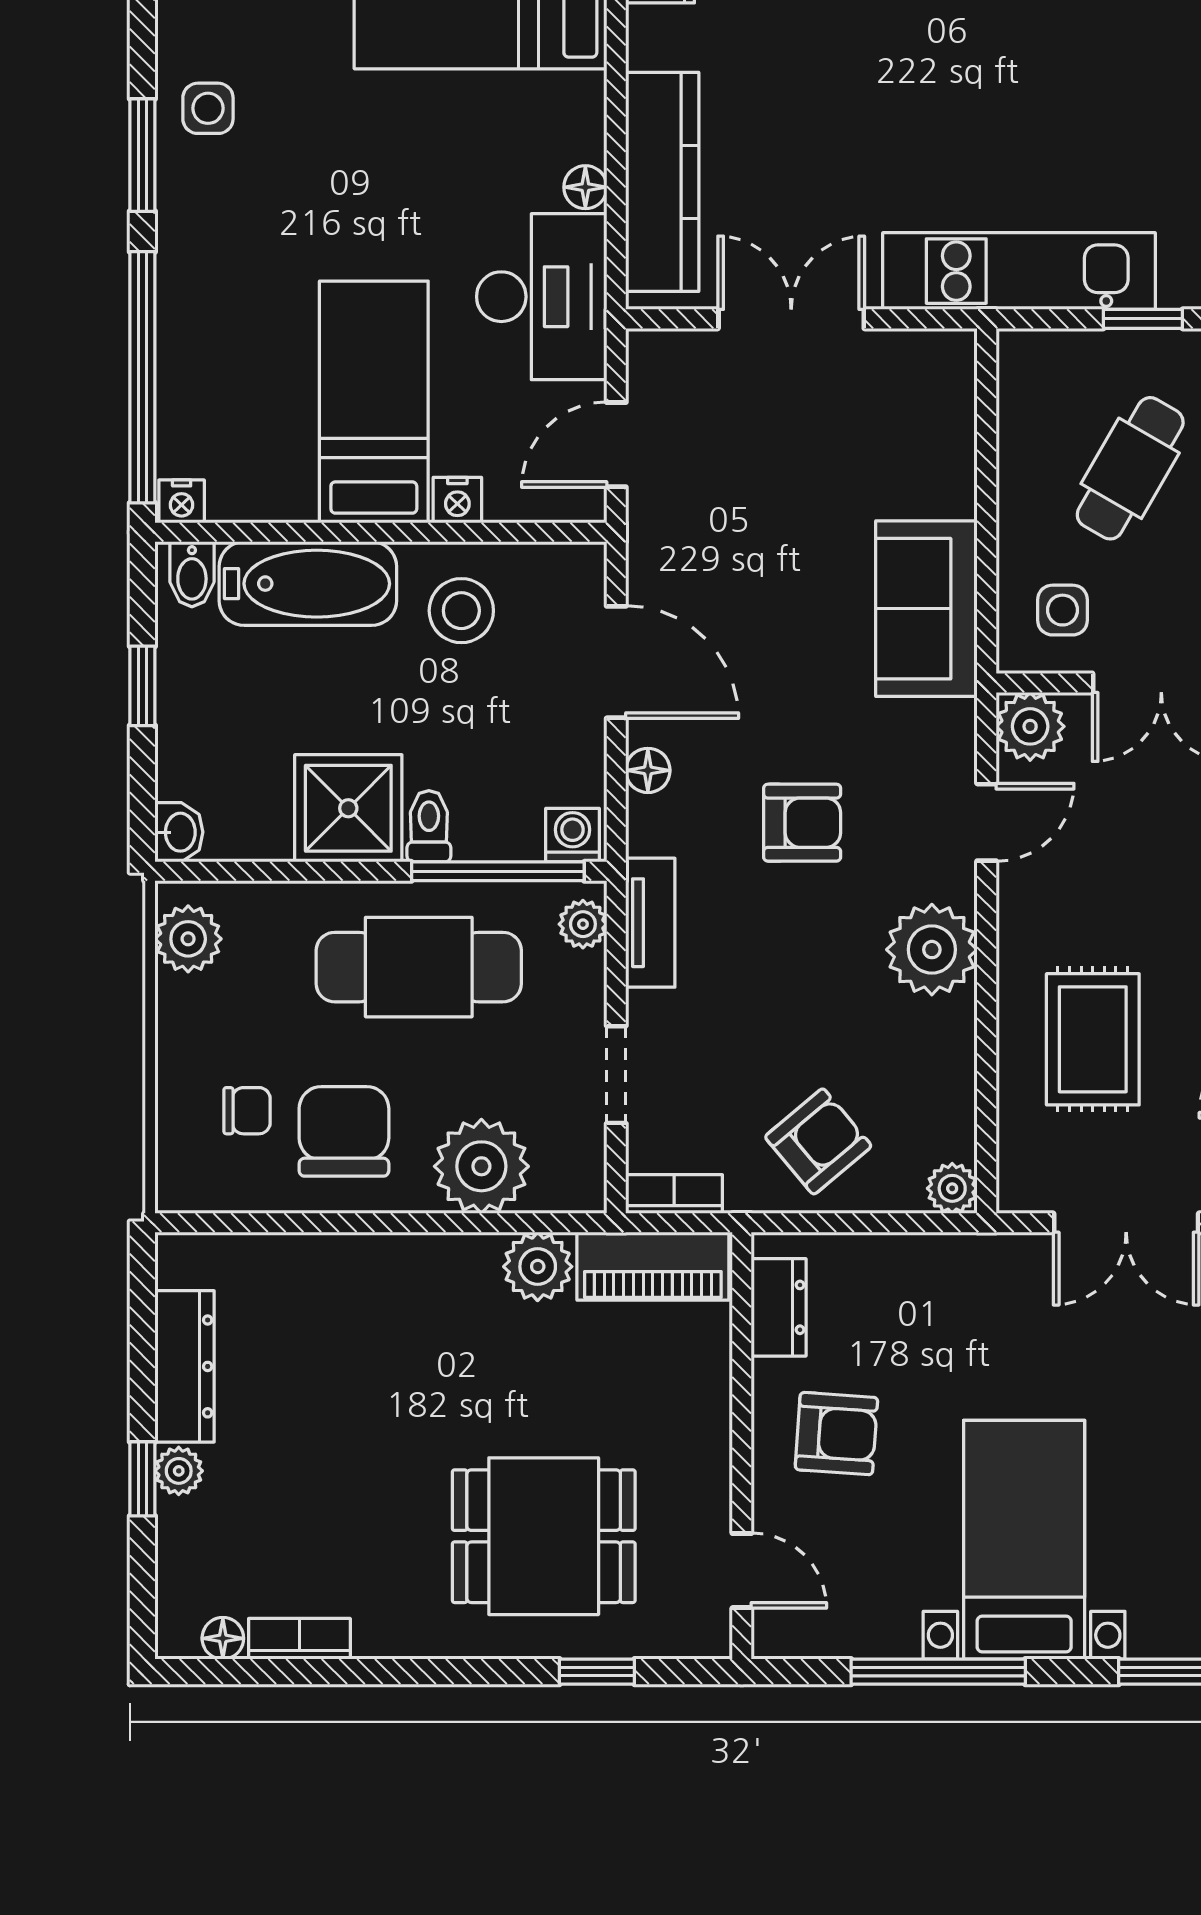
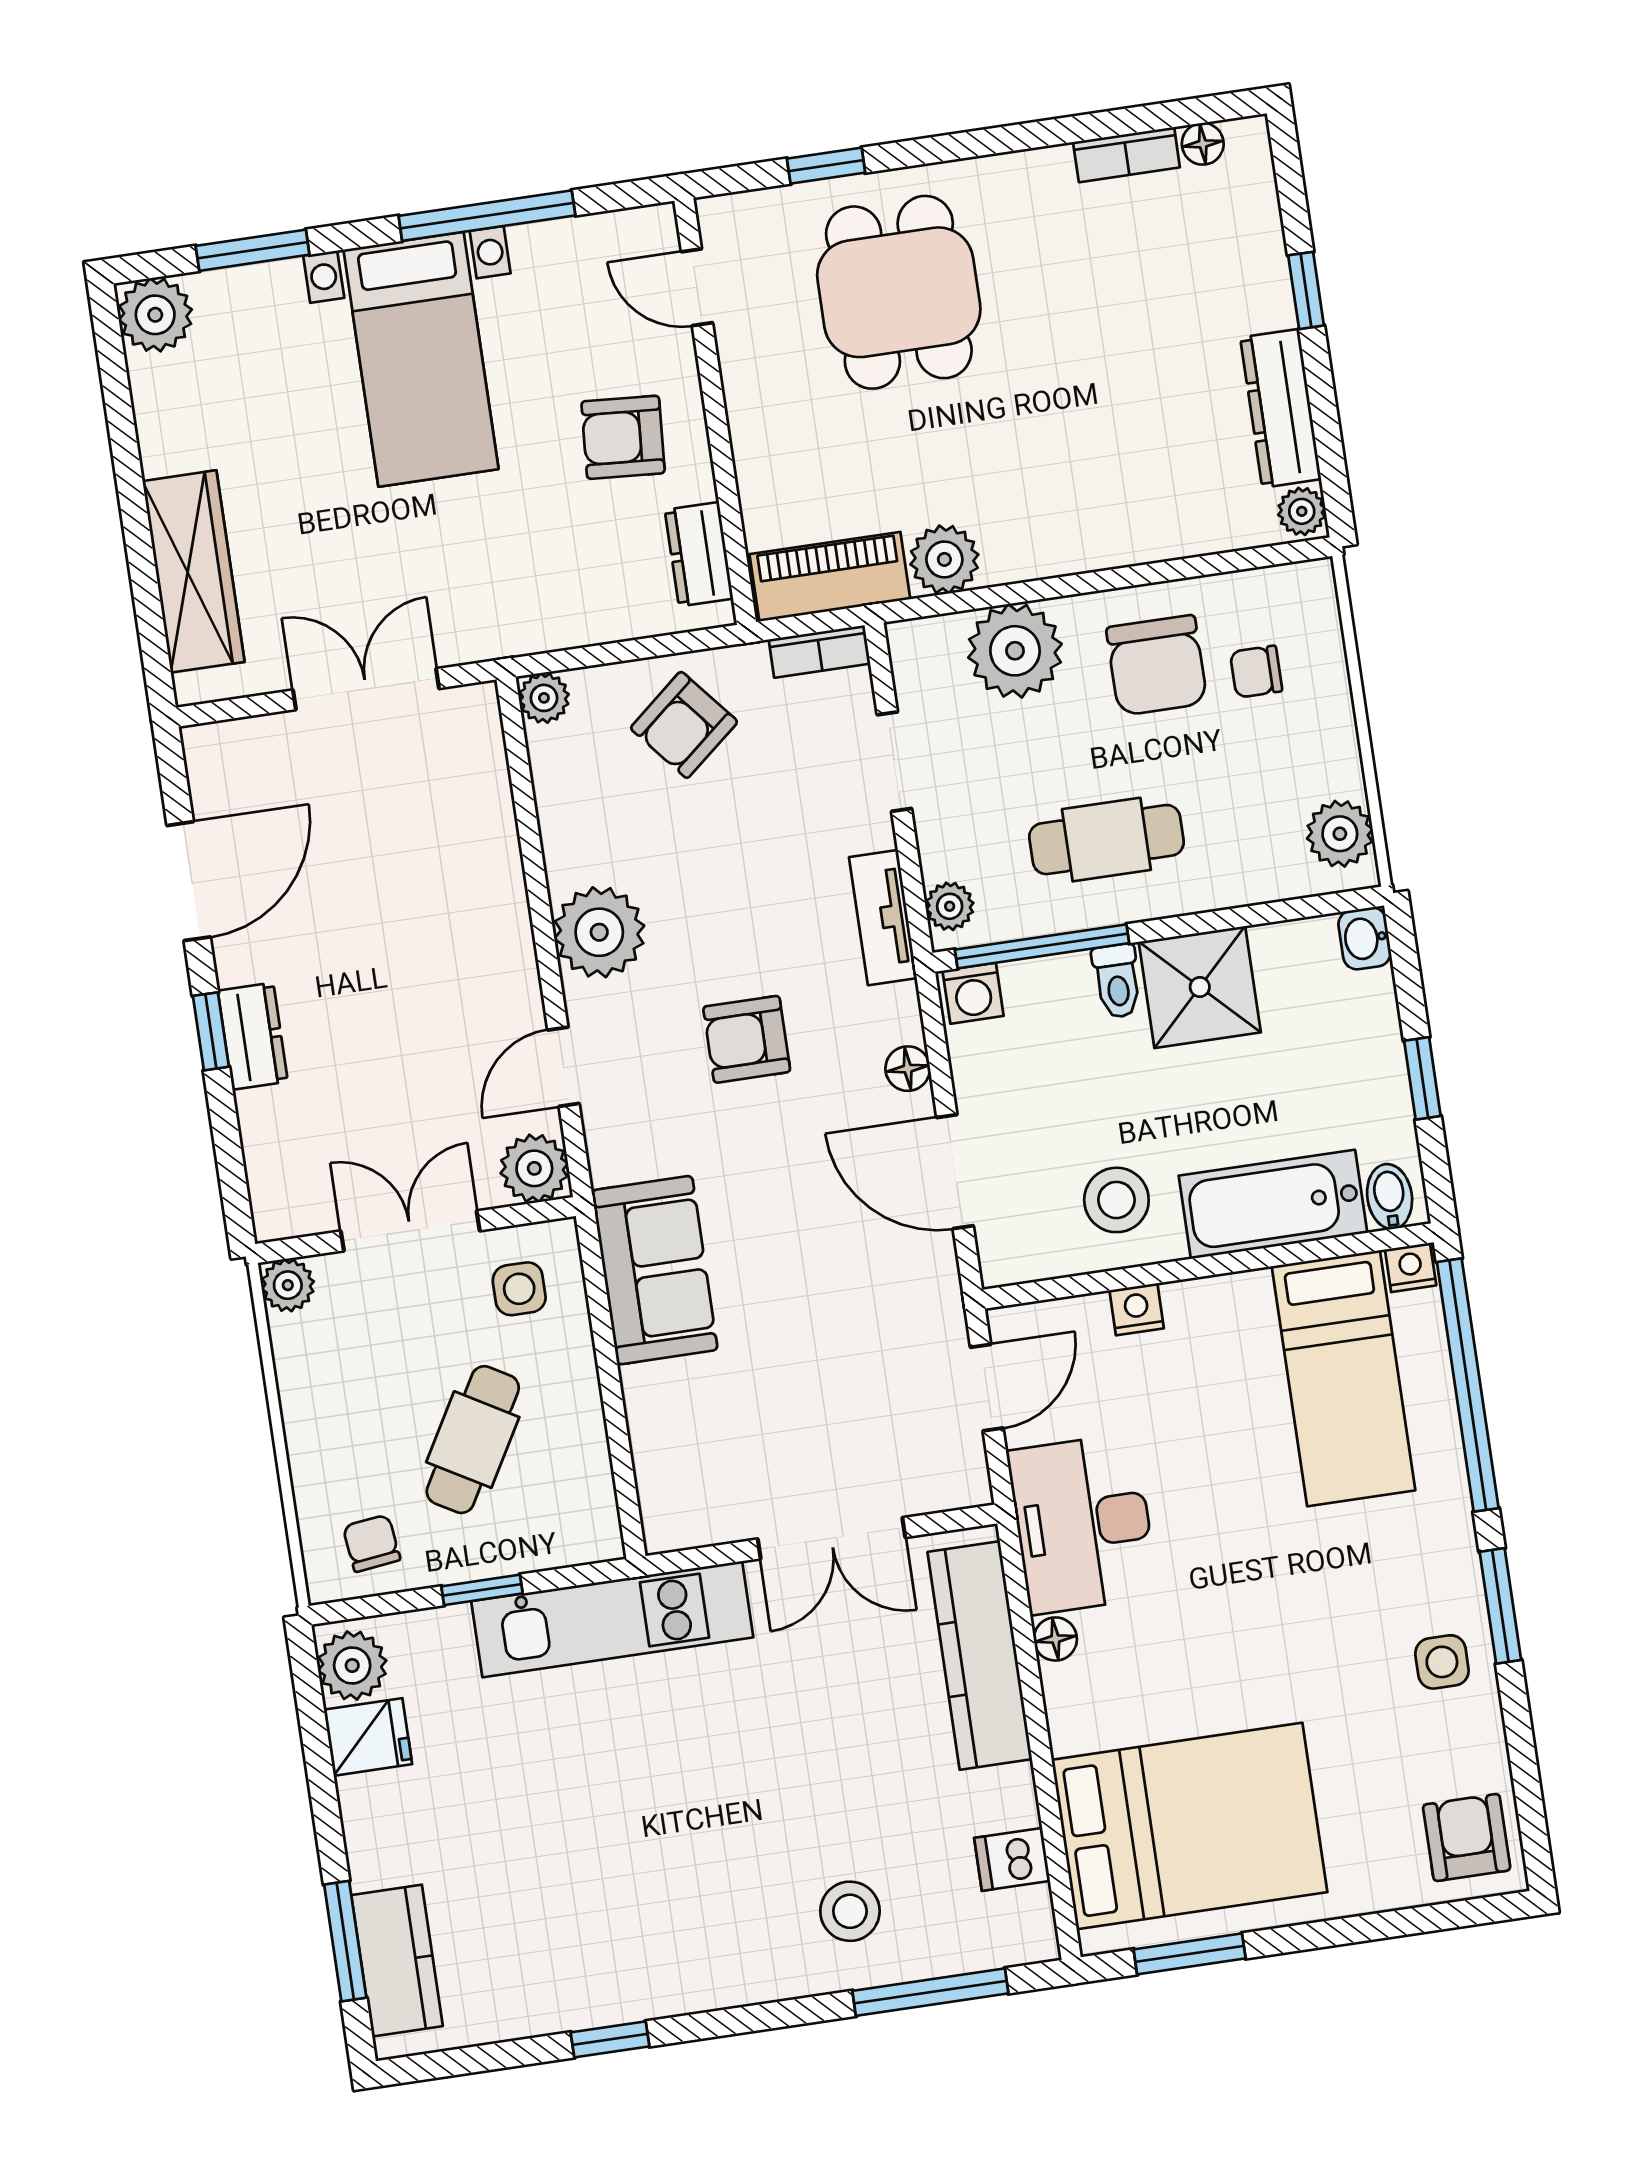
bed: (374, 402) -> (1343, 1378), moved
cafe table: (419, 967) -> (1106, 840), width x0.73, depth x0.74
rug: (1093, 1039) -> (426, 867), removed
plant: (179, 1471) -> (1302, 511), moved
dining table: (544, 1536) -> (899, 292), turned 90

